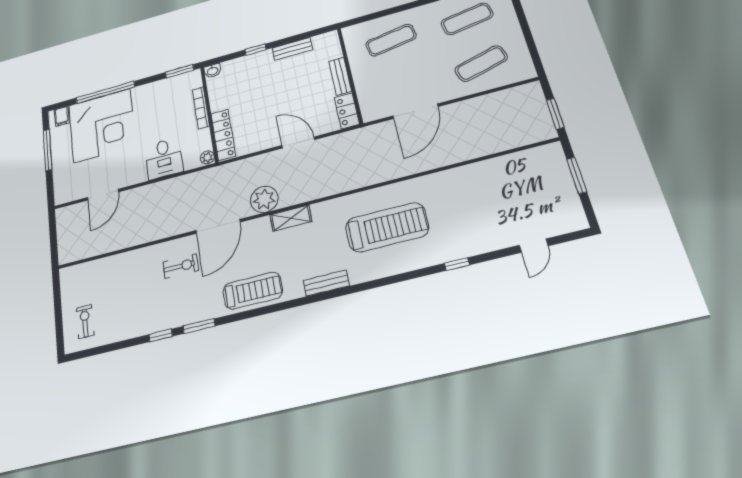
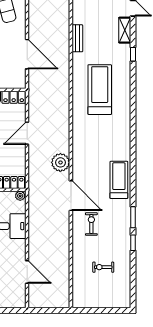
shelving: (291, 218) -> (125, 30), moved
bench: (326, 283) -> (77, 38), moved
exercise bike: (85, 321) -> (103, 267), moved

